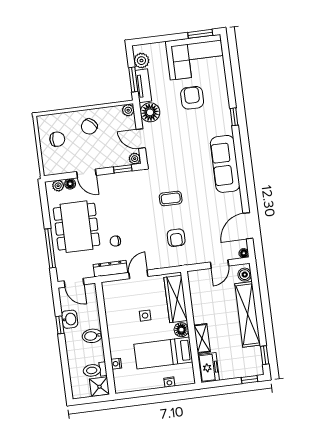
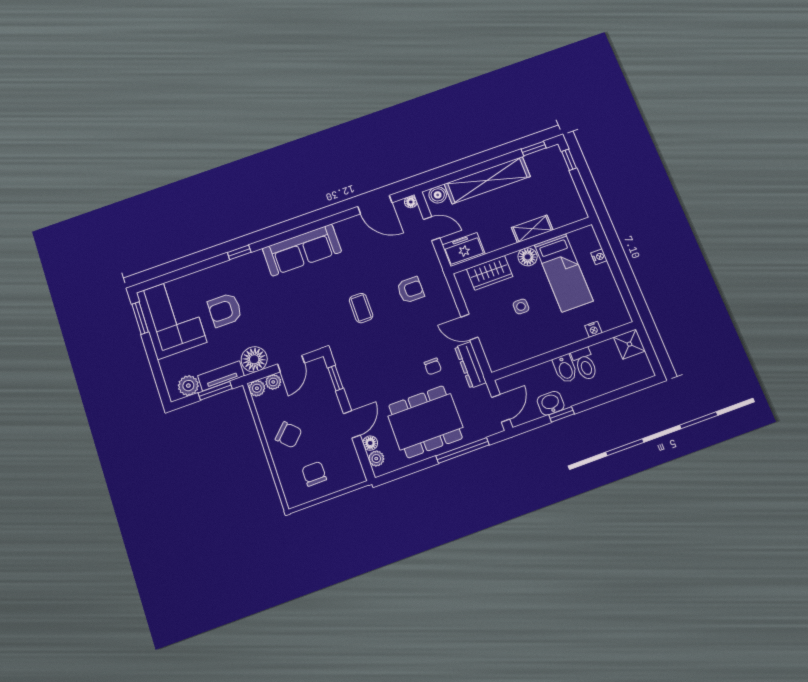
plant: (135, 159) -> (273, 382), moved
wardrobe: (176, 299) -> (490, 273), width x0.67
freezer: (208, 368) -> (464, 250), moved
toilet: (95, 370) -> (585, 364), moved

